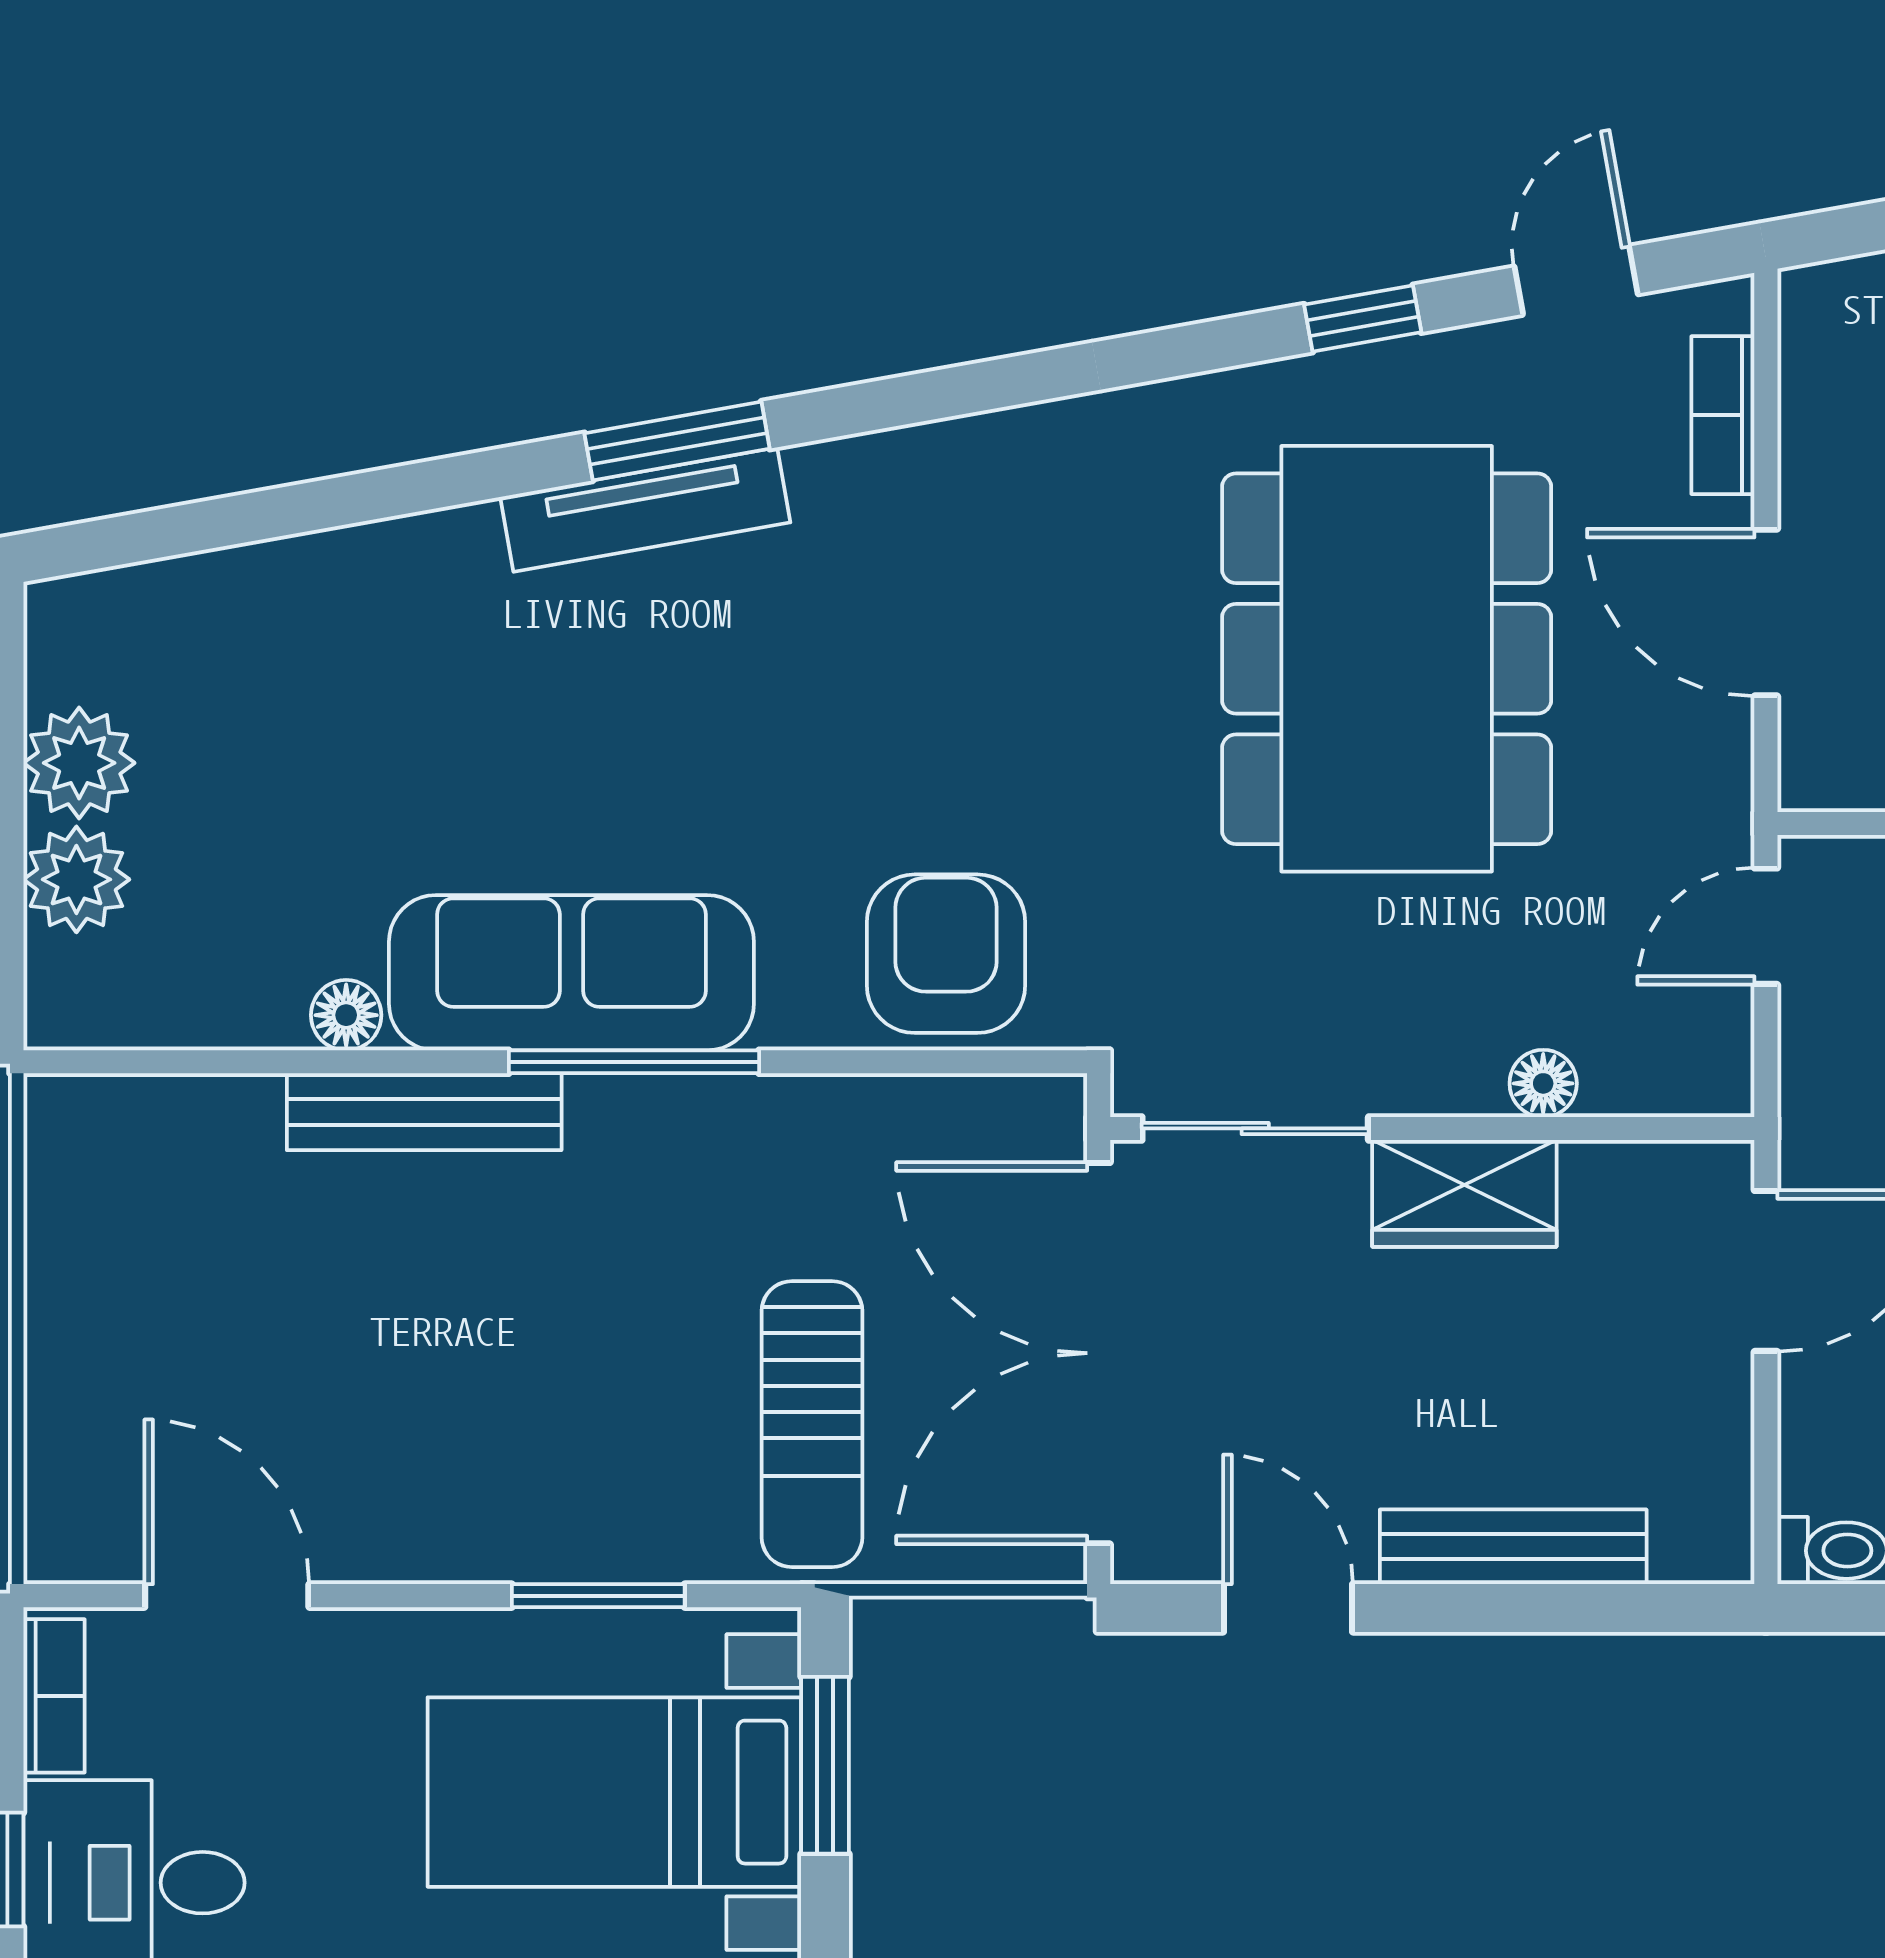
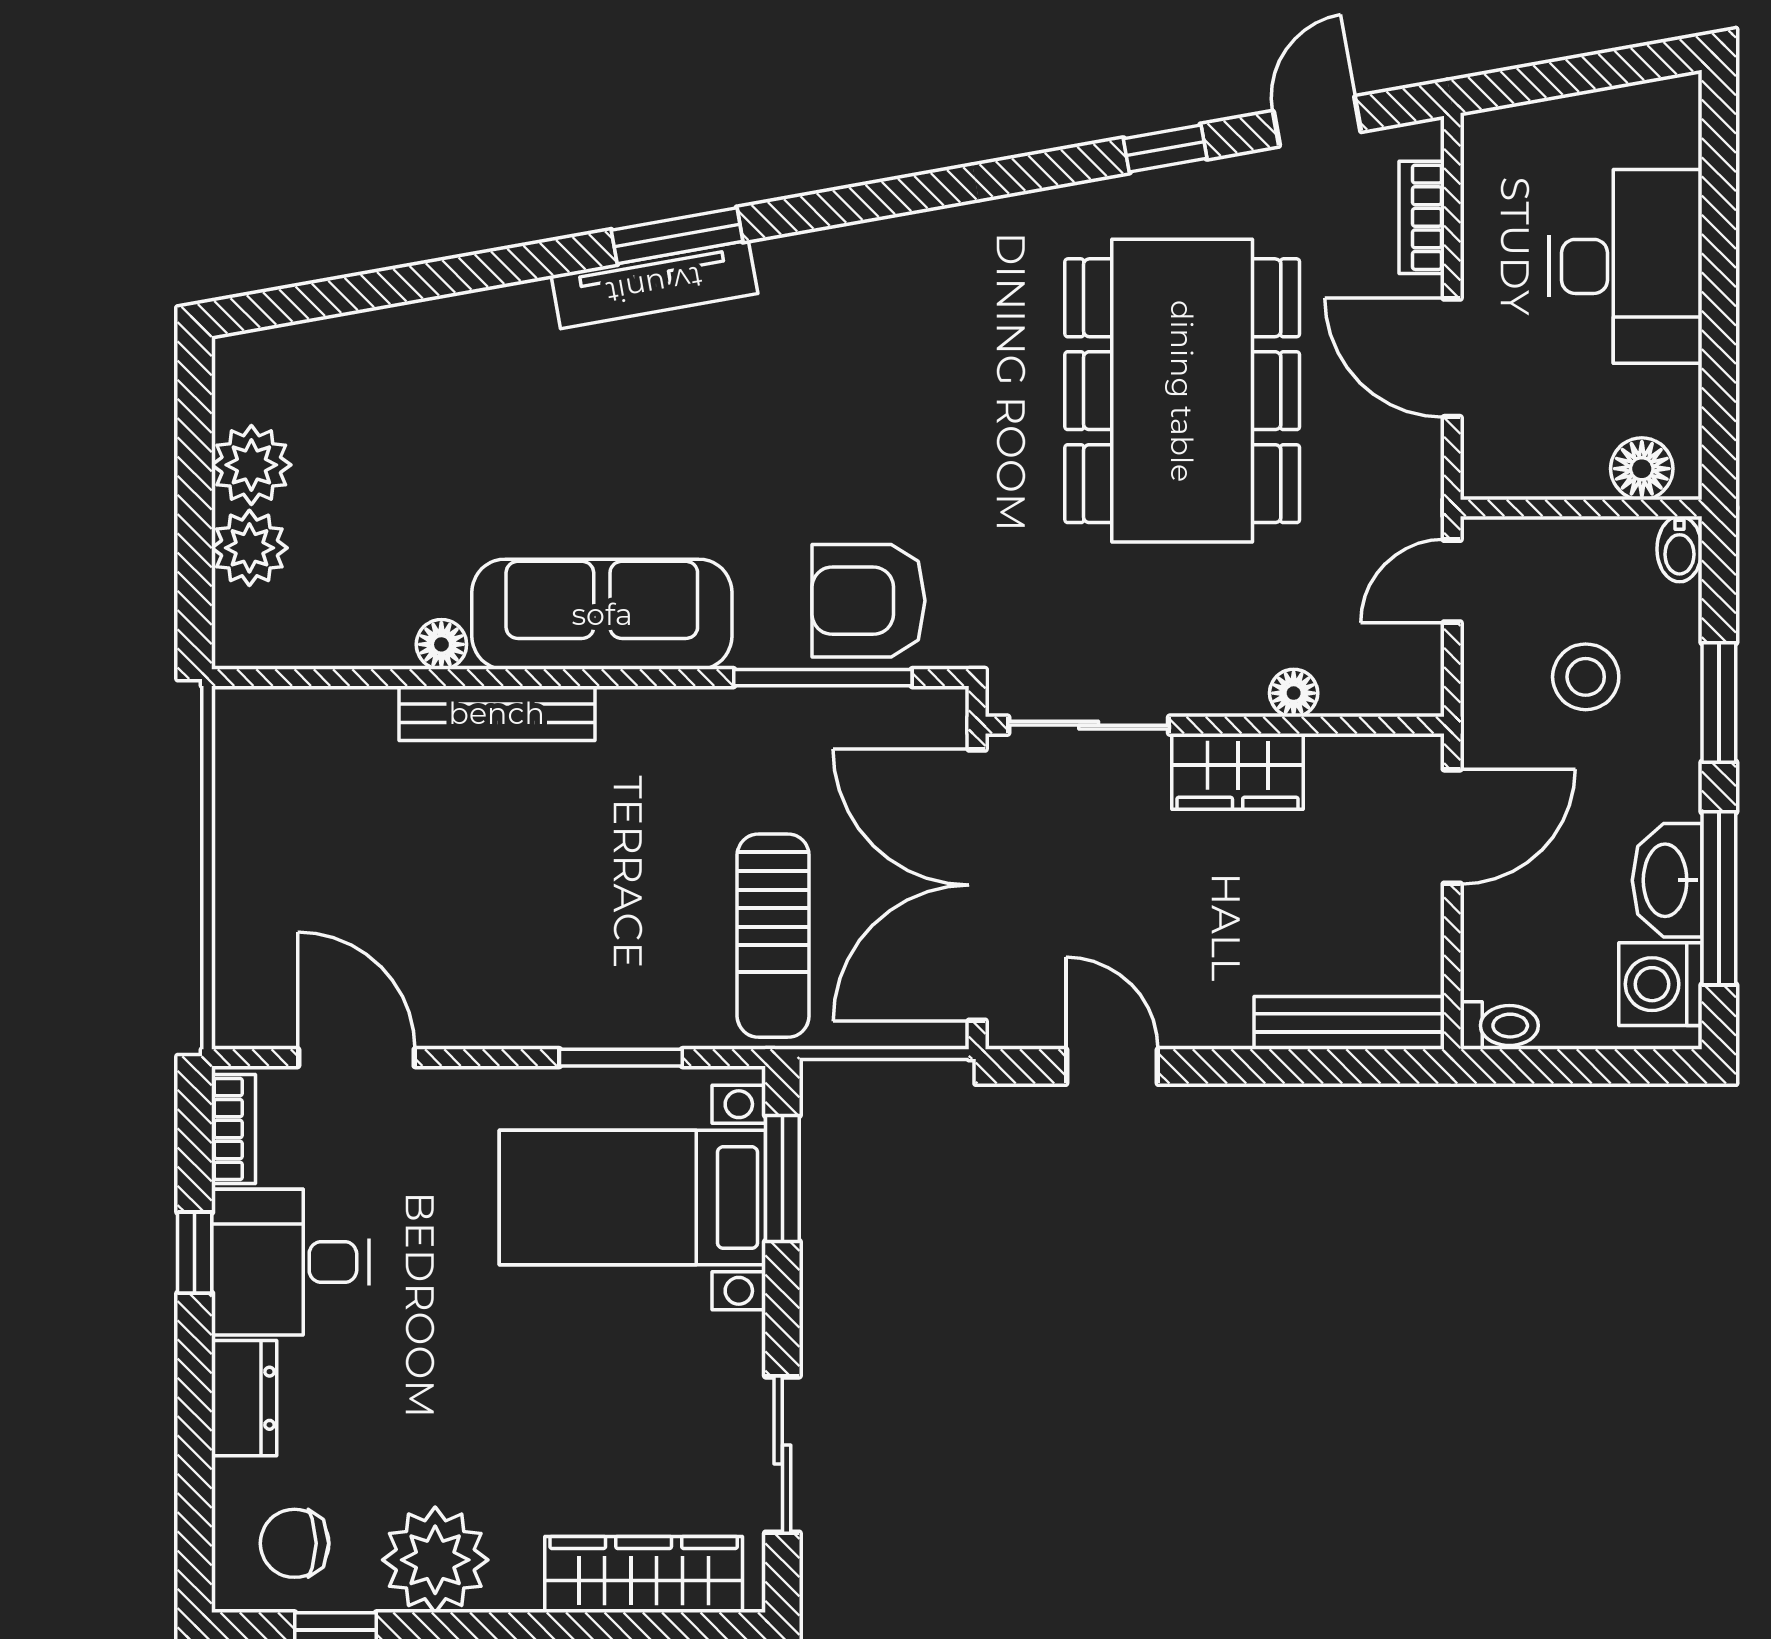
armchair: (946, 954) -> (869, 601), turned -90
window: (634, 1062) -> (823, 678), moved
bench: (1513, 1547) -> (1349, 1023), moved

